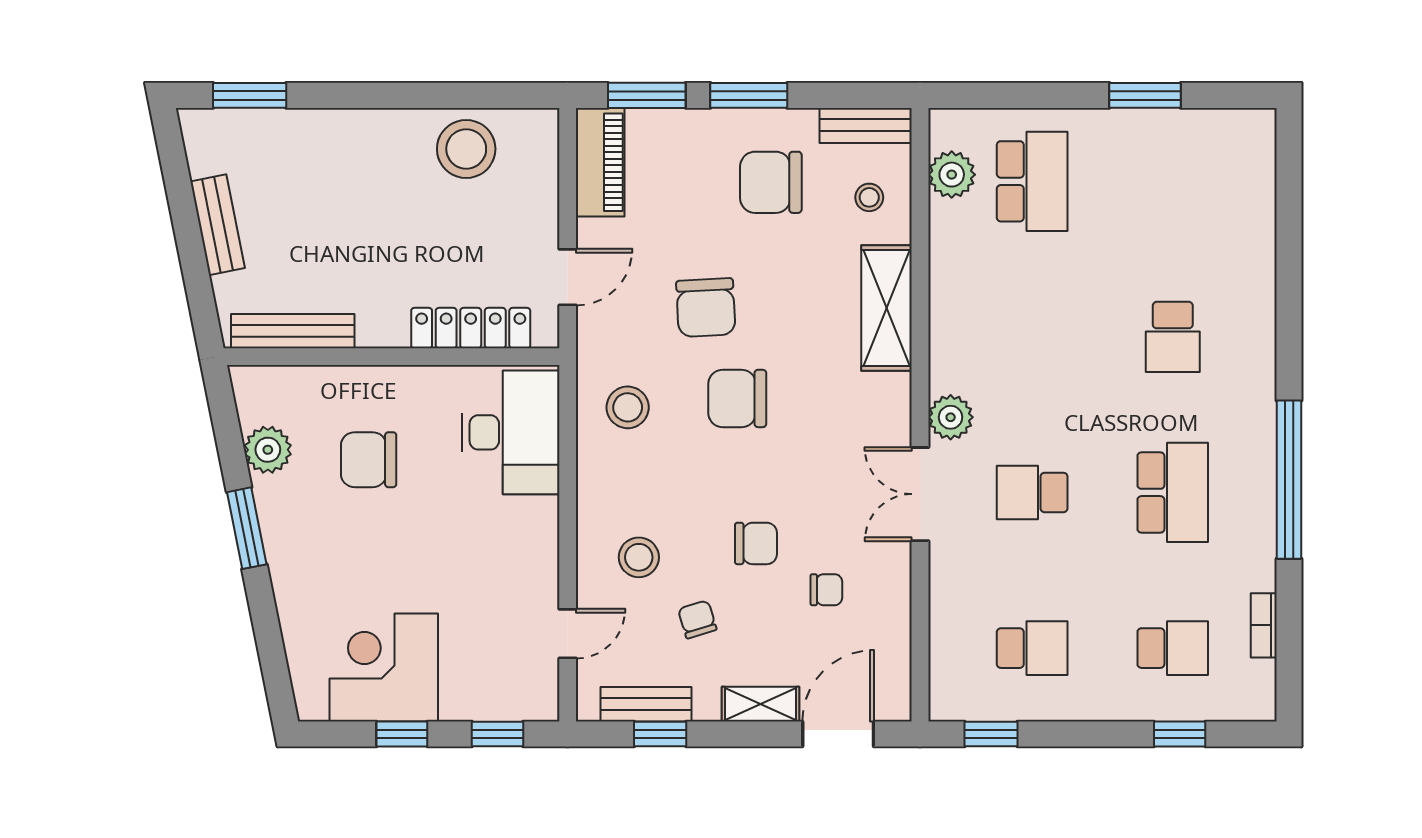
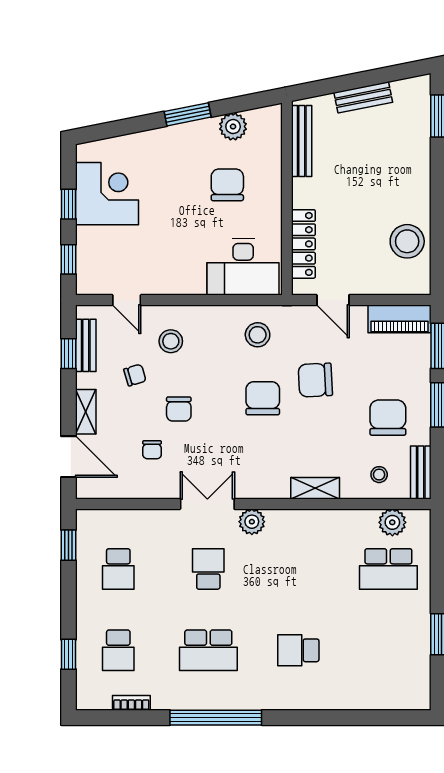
shelving: (887, 308) -> (315, 488), width x0.67, depth x0.75

